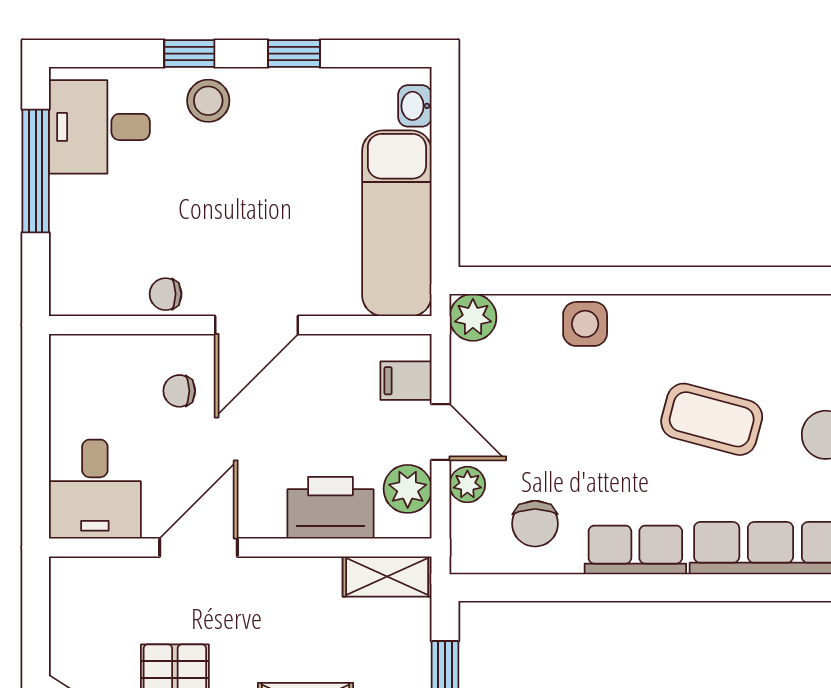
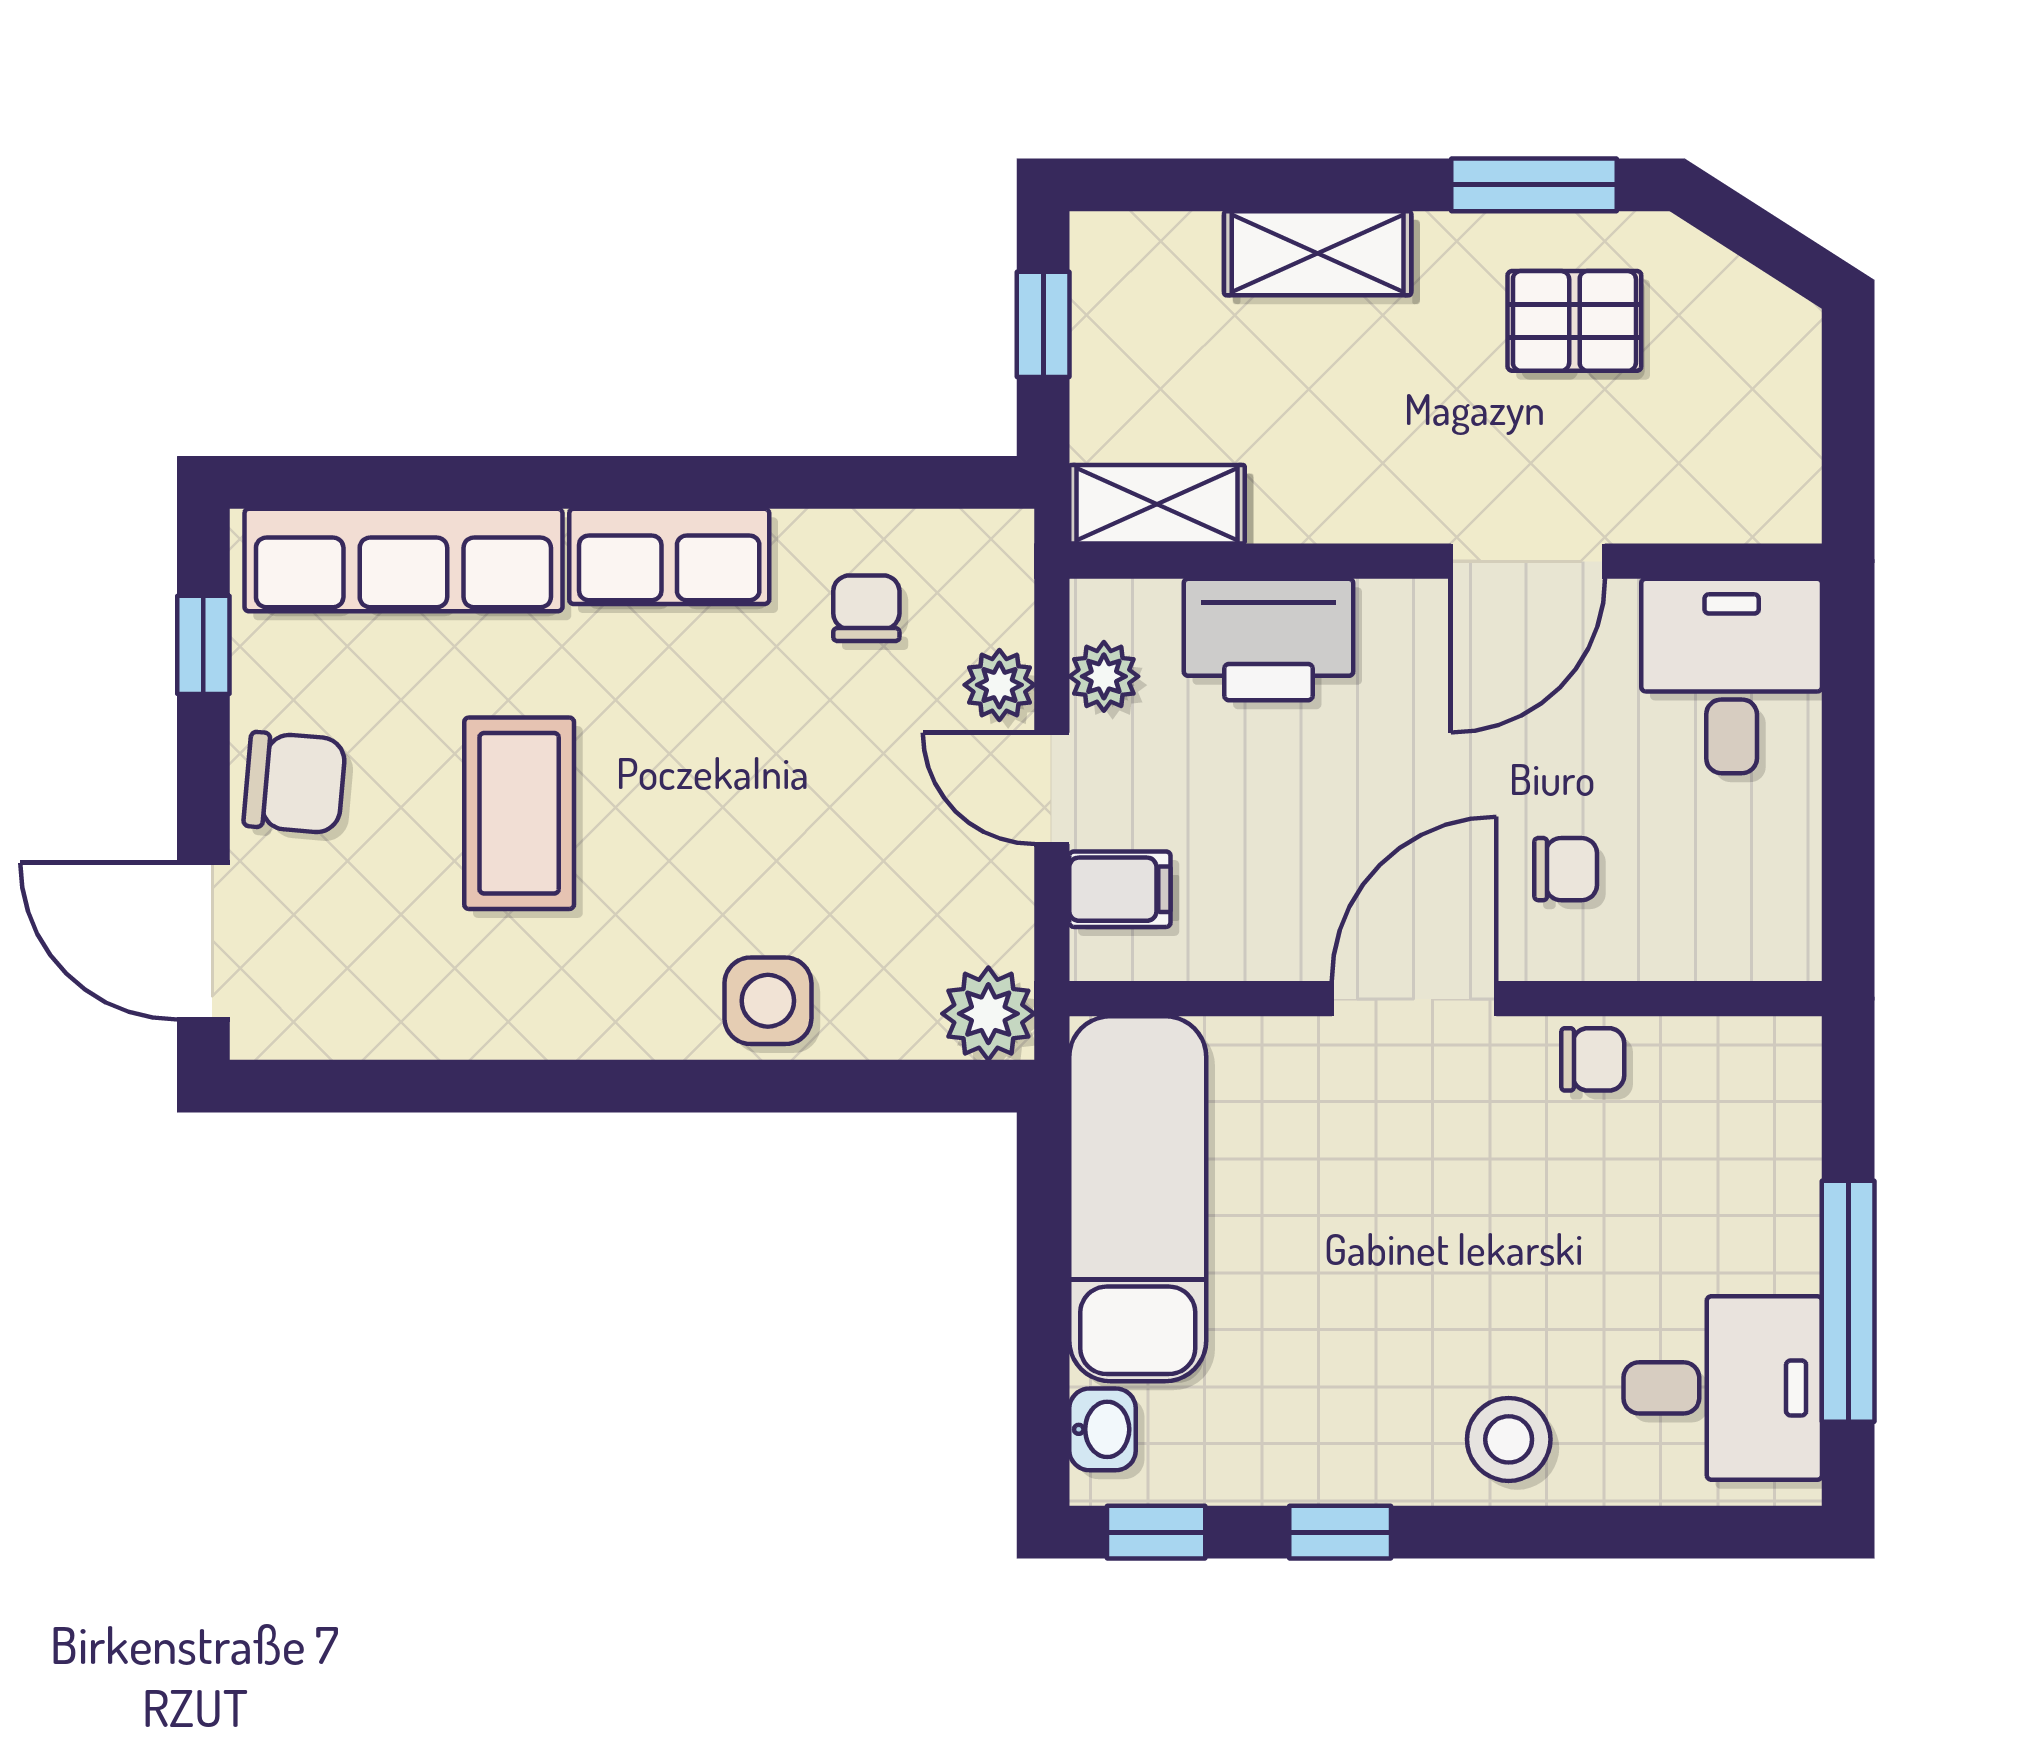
window: (189, 54) -> (1156, 1532), moved
coffee table: (712, 419) -> (519, 813), turned 75
plant: (408, 489) -> (1104, 676), width x0.73, depth x0.73
chair: (535, 524) -> (866, 608), width x0.73, depth x0.73

